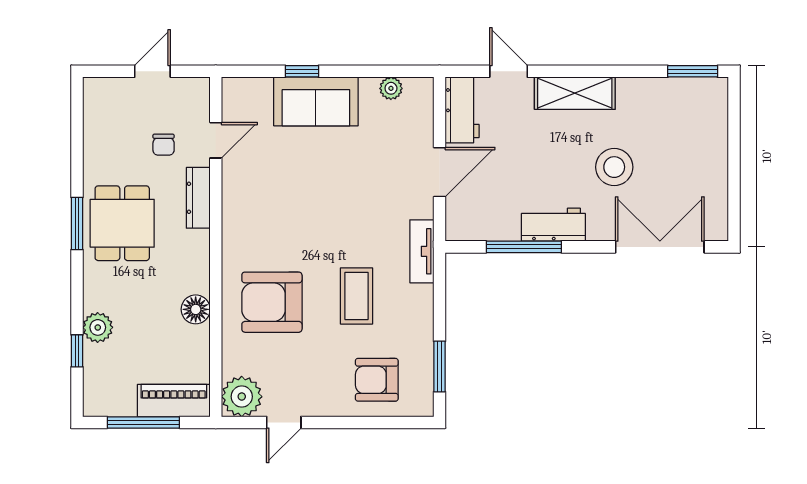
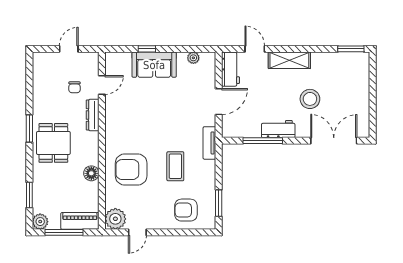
dining table: (122, 223) -> (53, 143), moved
plant: (98, 327) -> (40, 222), moved
window: (77, 351) -> (29, 195), width x1.50

